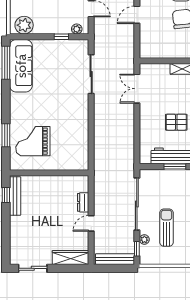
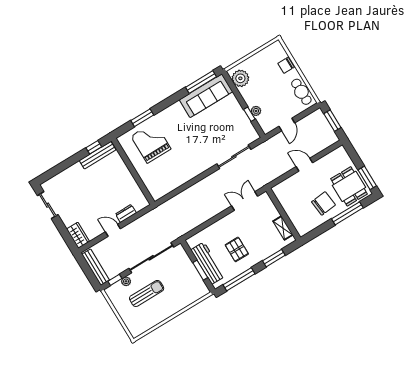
plant: (77, 29) -> (256, 111), moved
wardrobe: (70, 258) -> (78, 235), width x0.67

